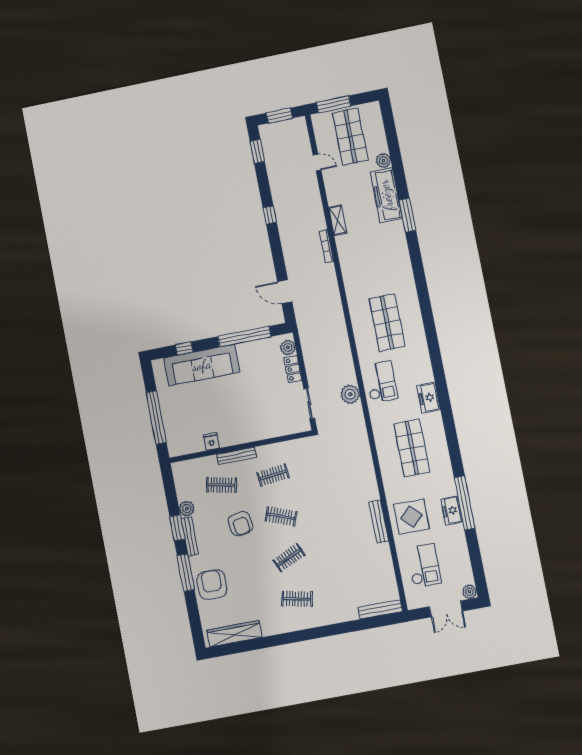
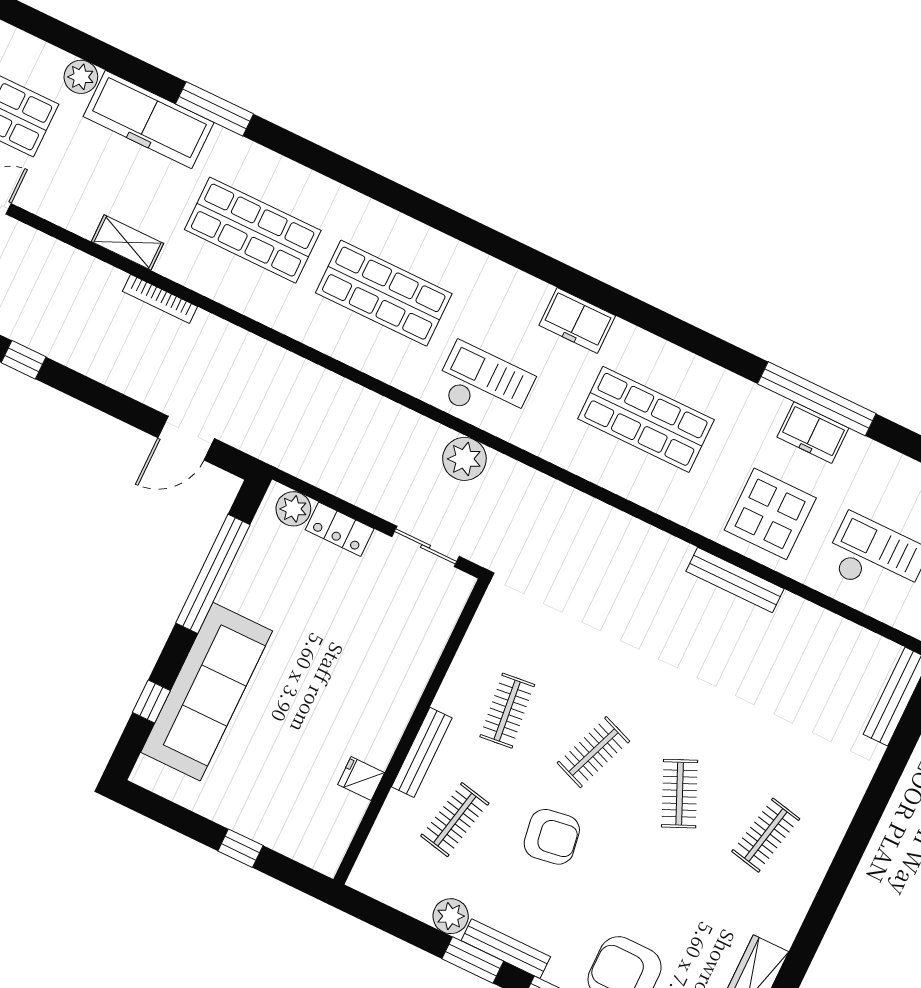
shop shelf: (375, 260) -> (253, 230), added
window: (156, 417) -> (240, 848), width x0.32

